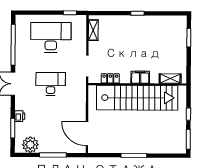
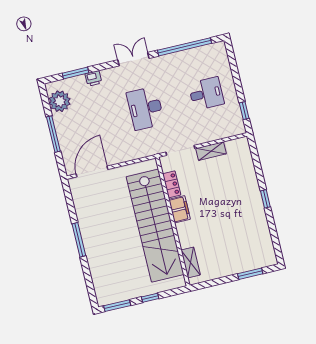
shelving: (93, 30) -> (211, 151), moved
desk: (51, 37) -> (206, 94), width x0.53, depth x0.77
filing cabinet: (140, 77) -> (180, 209), moved
desk: (51, 84) -> (145, 108), turned 180

